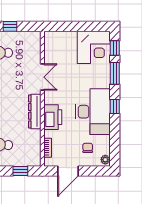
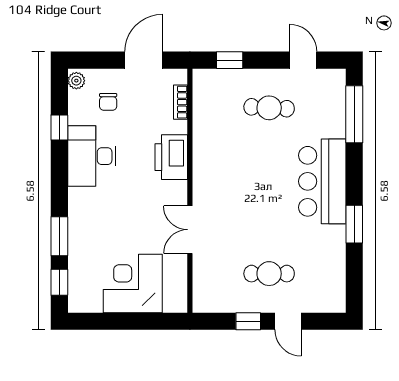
corner desk: (94, 47) -> (133, 283), moved
window: (115, 107) -> (59, 127), moved
dresser: (35, 111) -> (204, 168), removed
desk: (93, 112) -> (92, 156), width x0.73, depth x0.77

